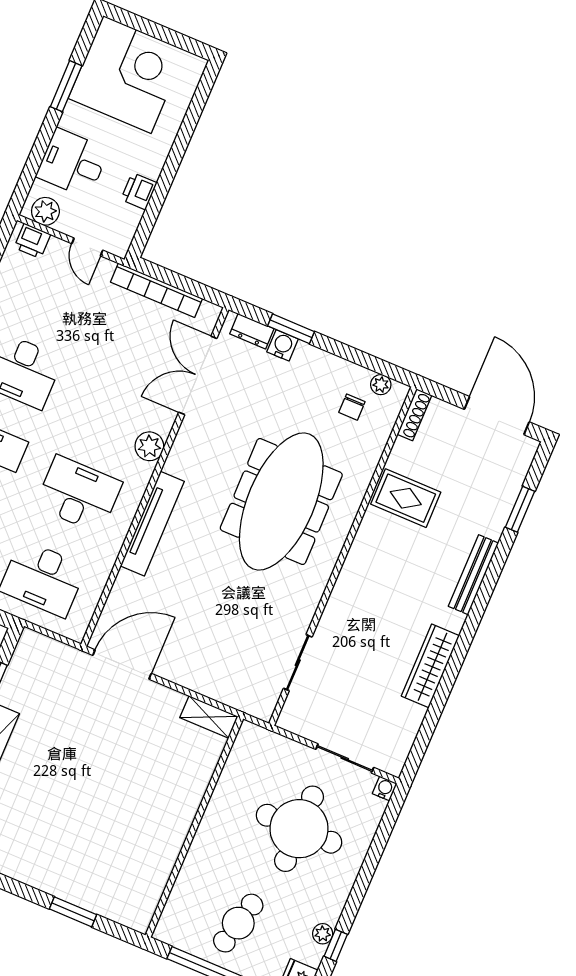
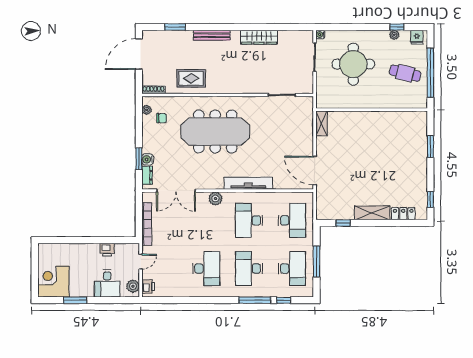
corner desk: (127, 74) -> (53, 282), width x0.74, depth x0.74
rug: (406, 498) -> (191, 78), turned 90

